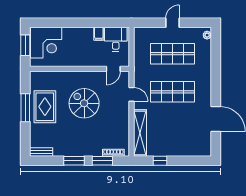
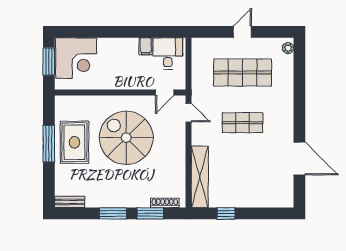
shop shelf: (172, 92) -> (243, 123), width x0.70, depth x0.74
door: (131, 94) -> (188, 113), moved
spiral stairs: (84, 103) -> (126, 138), width x1.37, depth x1.37

